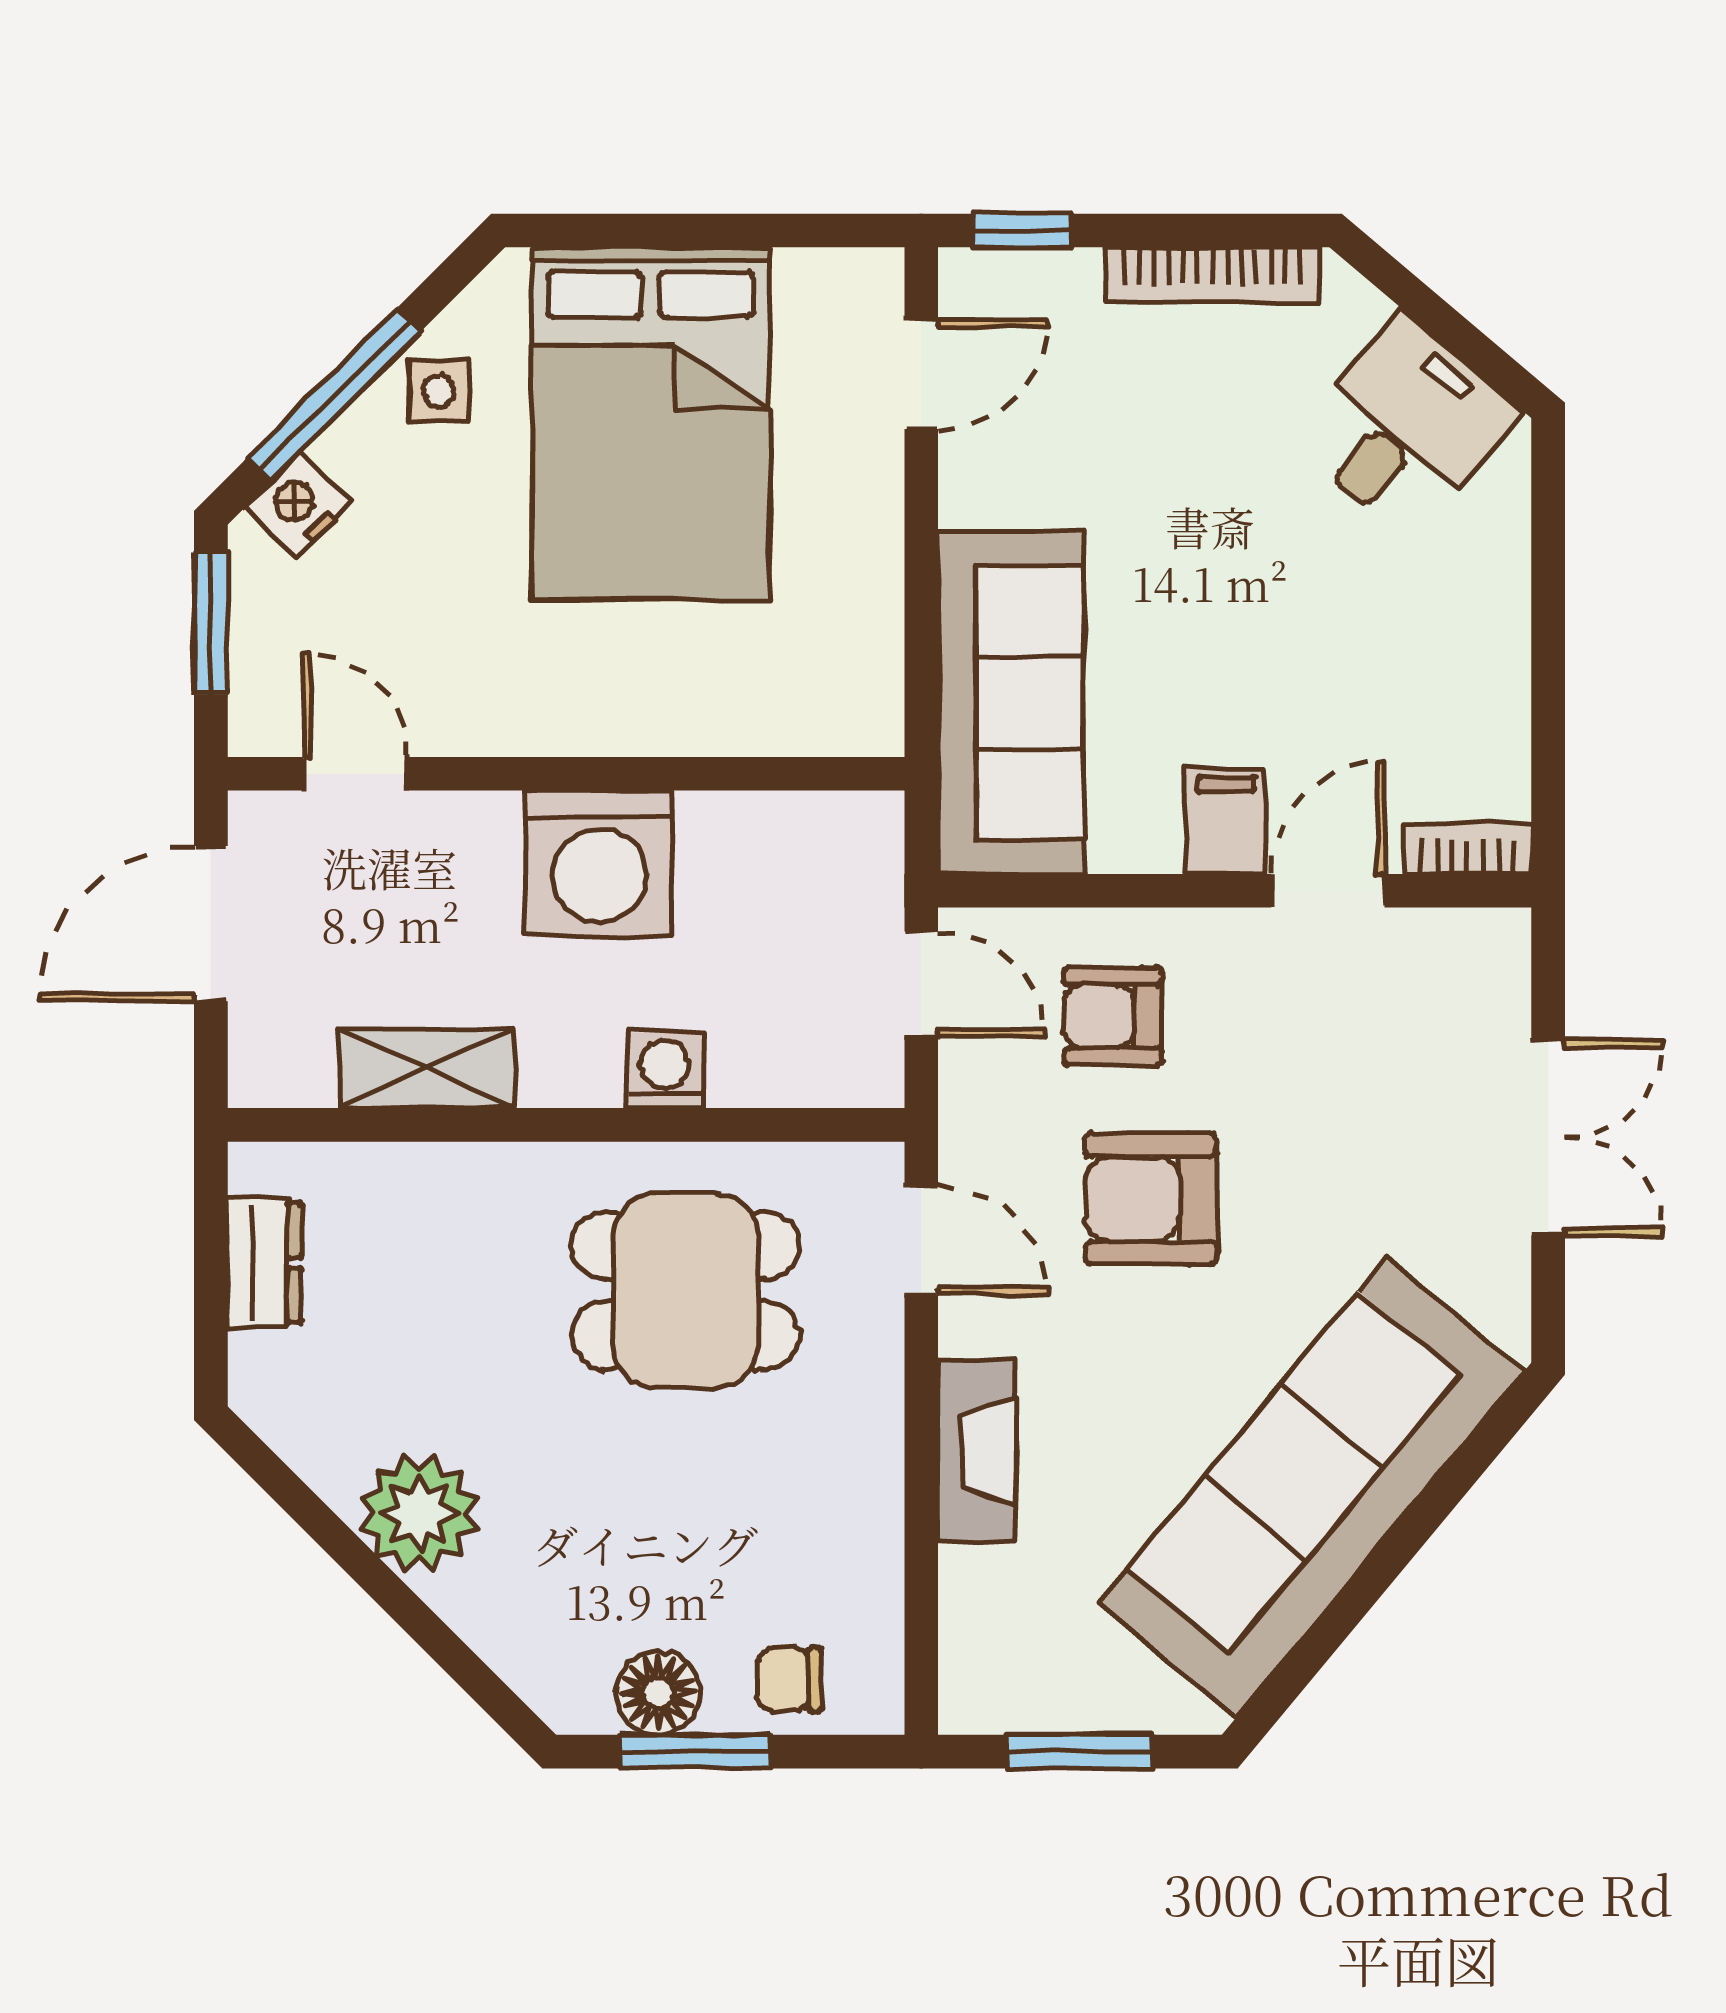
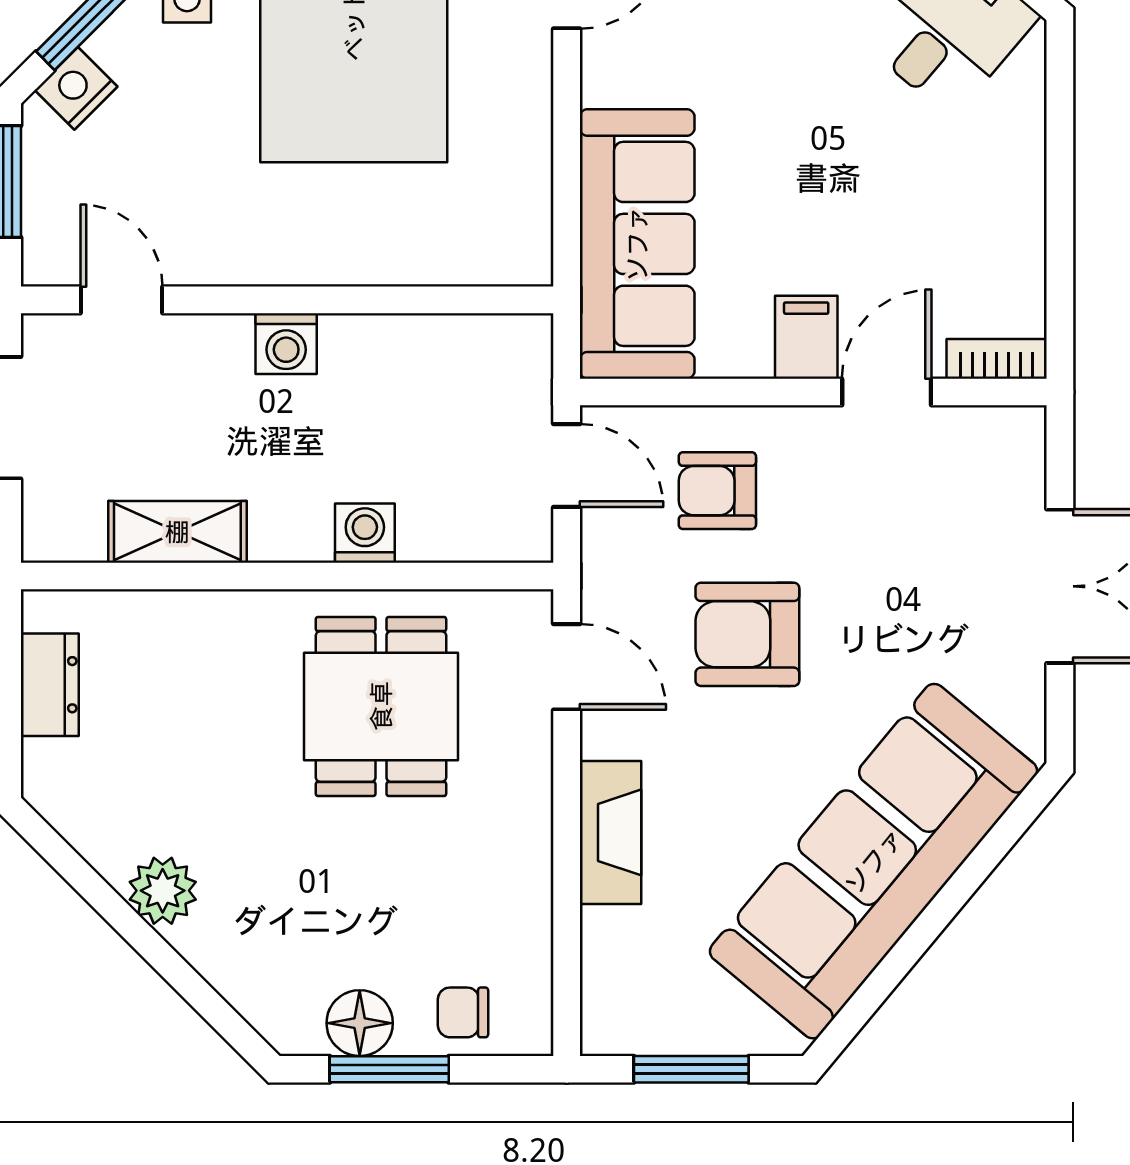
washing machine: (599, 864) -> (286, 344), width x0.53, depth x0.53
dining table: (685, 1291) -> (381, 706), turned 90
plant: (419, 1513) -> (163, 891), width x0.73, depth x0.73

